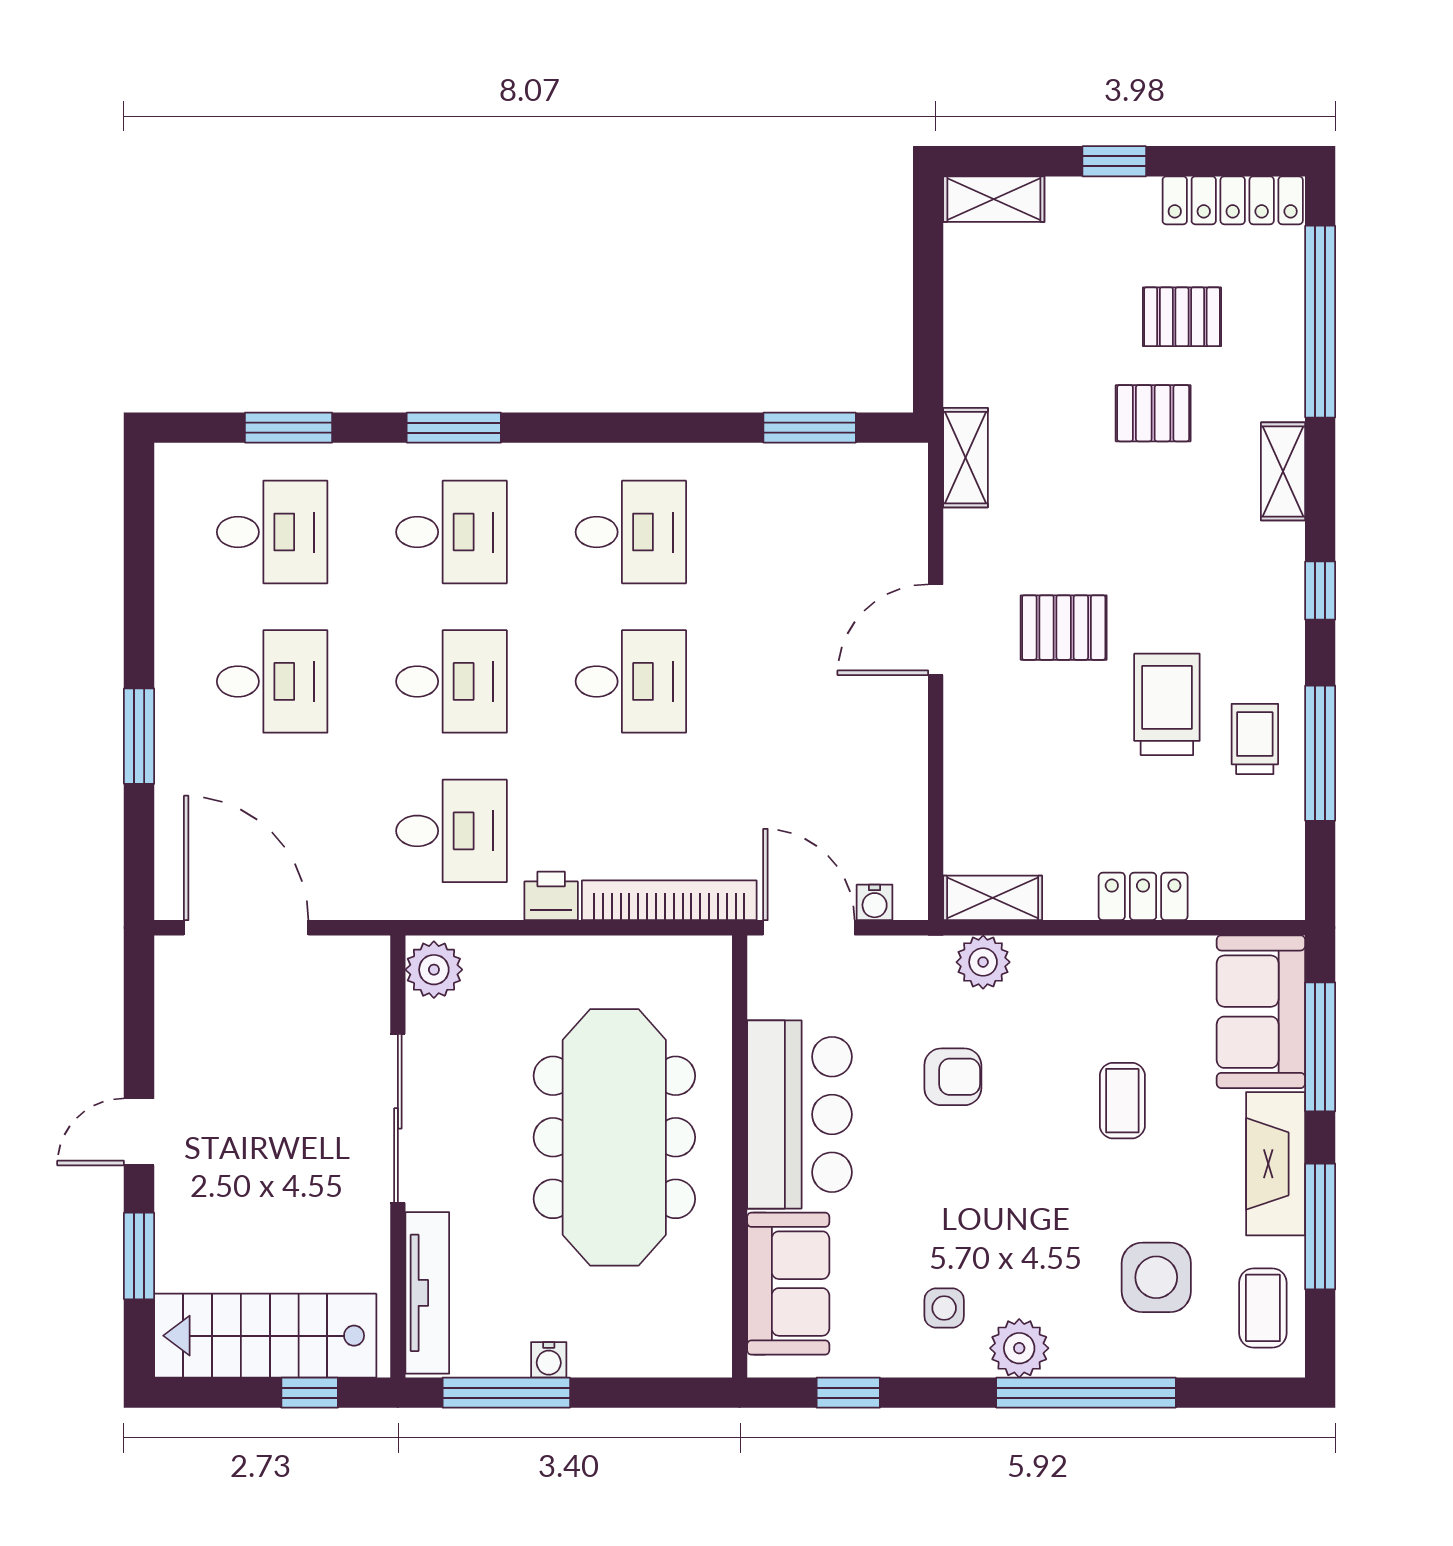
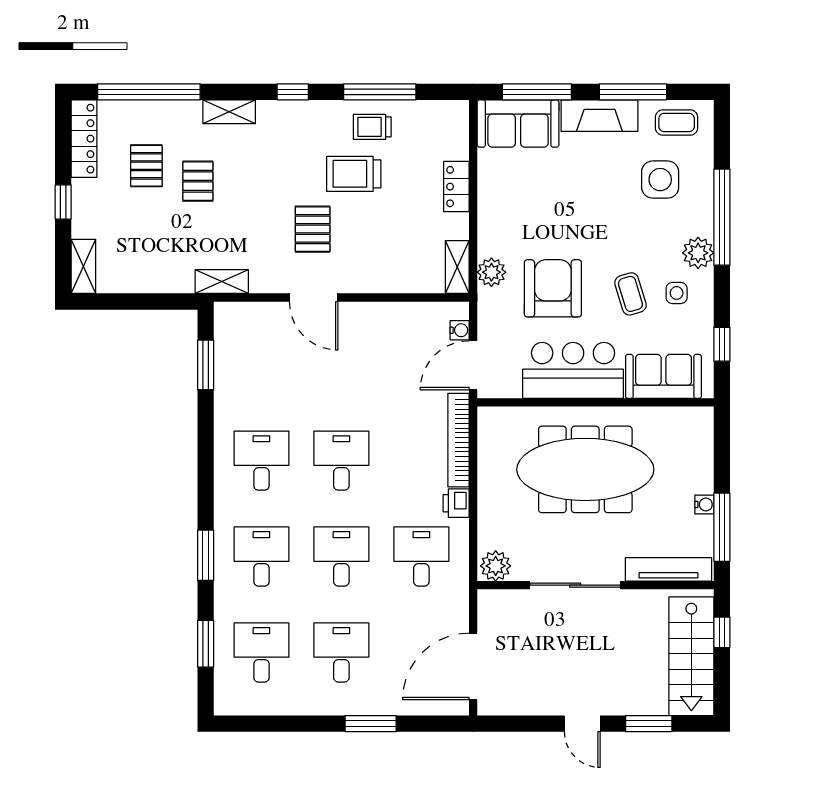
armchair: (953, 1077) -> (553, 288), width x1.88, depth x1.88
coffee table: (1122, 1101) -> (630, 294), moved, turned 73

